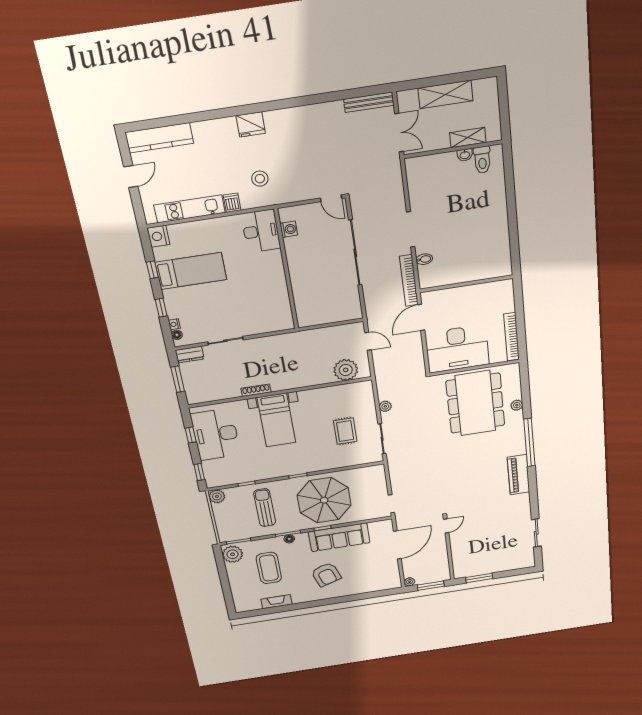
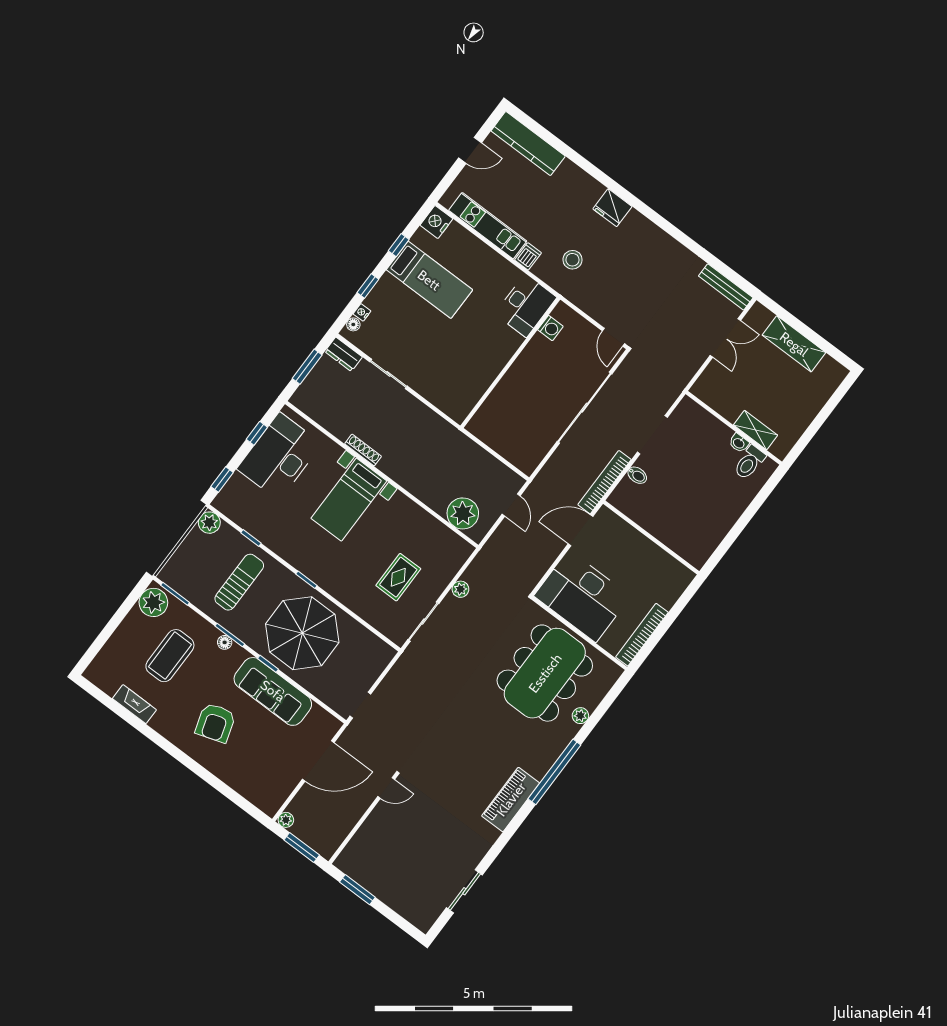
shelving: (468, 138) -> (756, 430), moved
wall: (453, 149) -> (734, 428), moved
washbasin: (465, 155) -> (739, 443), moved
toilet: (482, 160) -> (749, 462), moved

